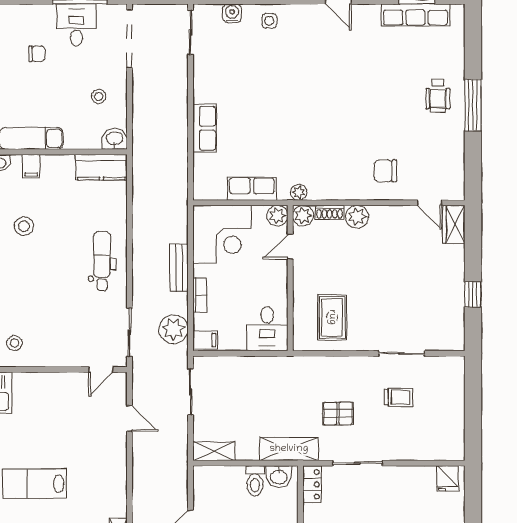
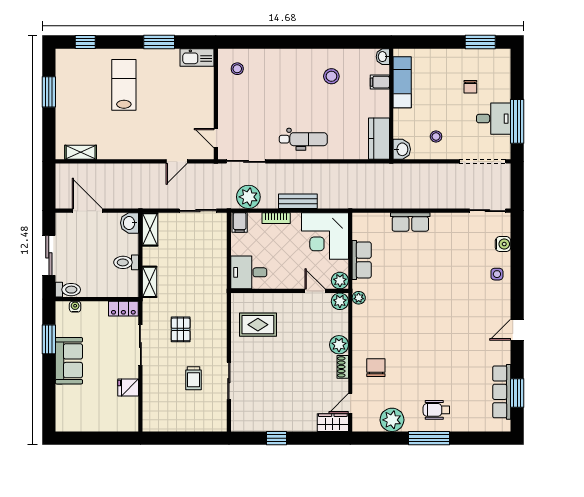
plant: (450, 151) -> (392, 420), added
shoe rack: (330, 212) -> (343, 367), moved
shelving: (289, 449) -> (149, 282), width x0.67, depth x0.75
washbasin: (279, 477) -> (130, 223), moved
fridge: (448, 478) -> (128, 388), moved

